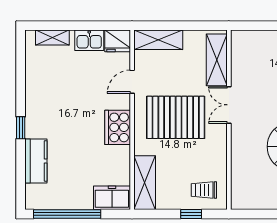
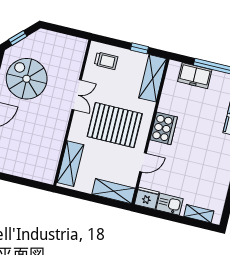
double door: (229, 105) -> (77, 95), moved
freezer: (112, 198) -> (195, 76), moved
window: (191, 214) -> (139, 48), moved

